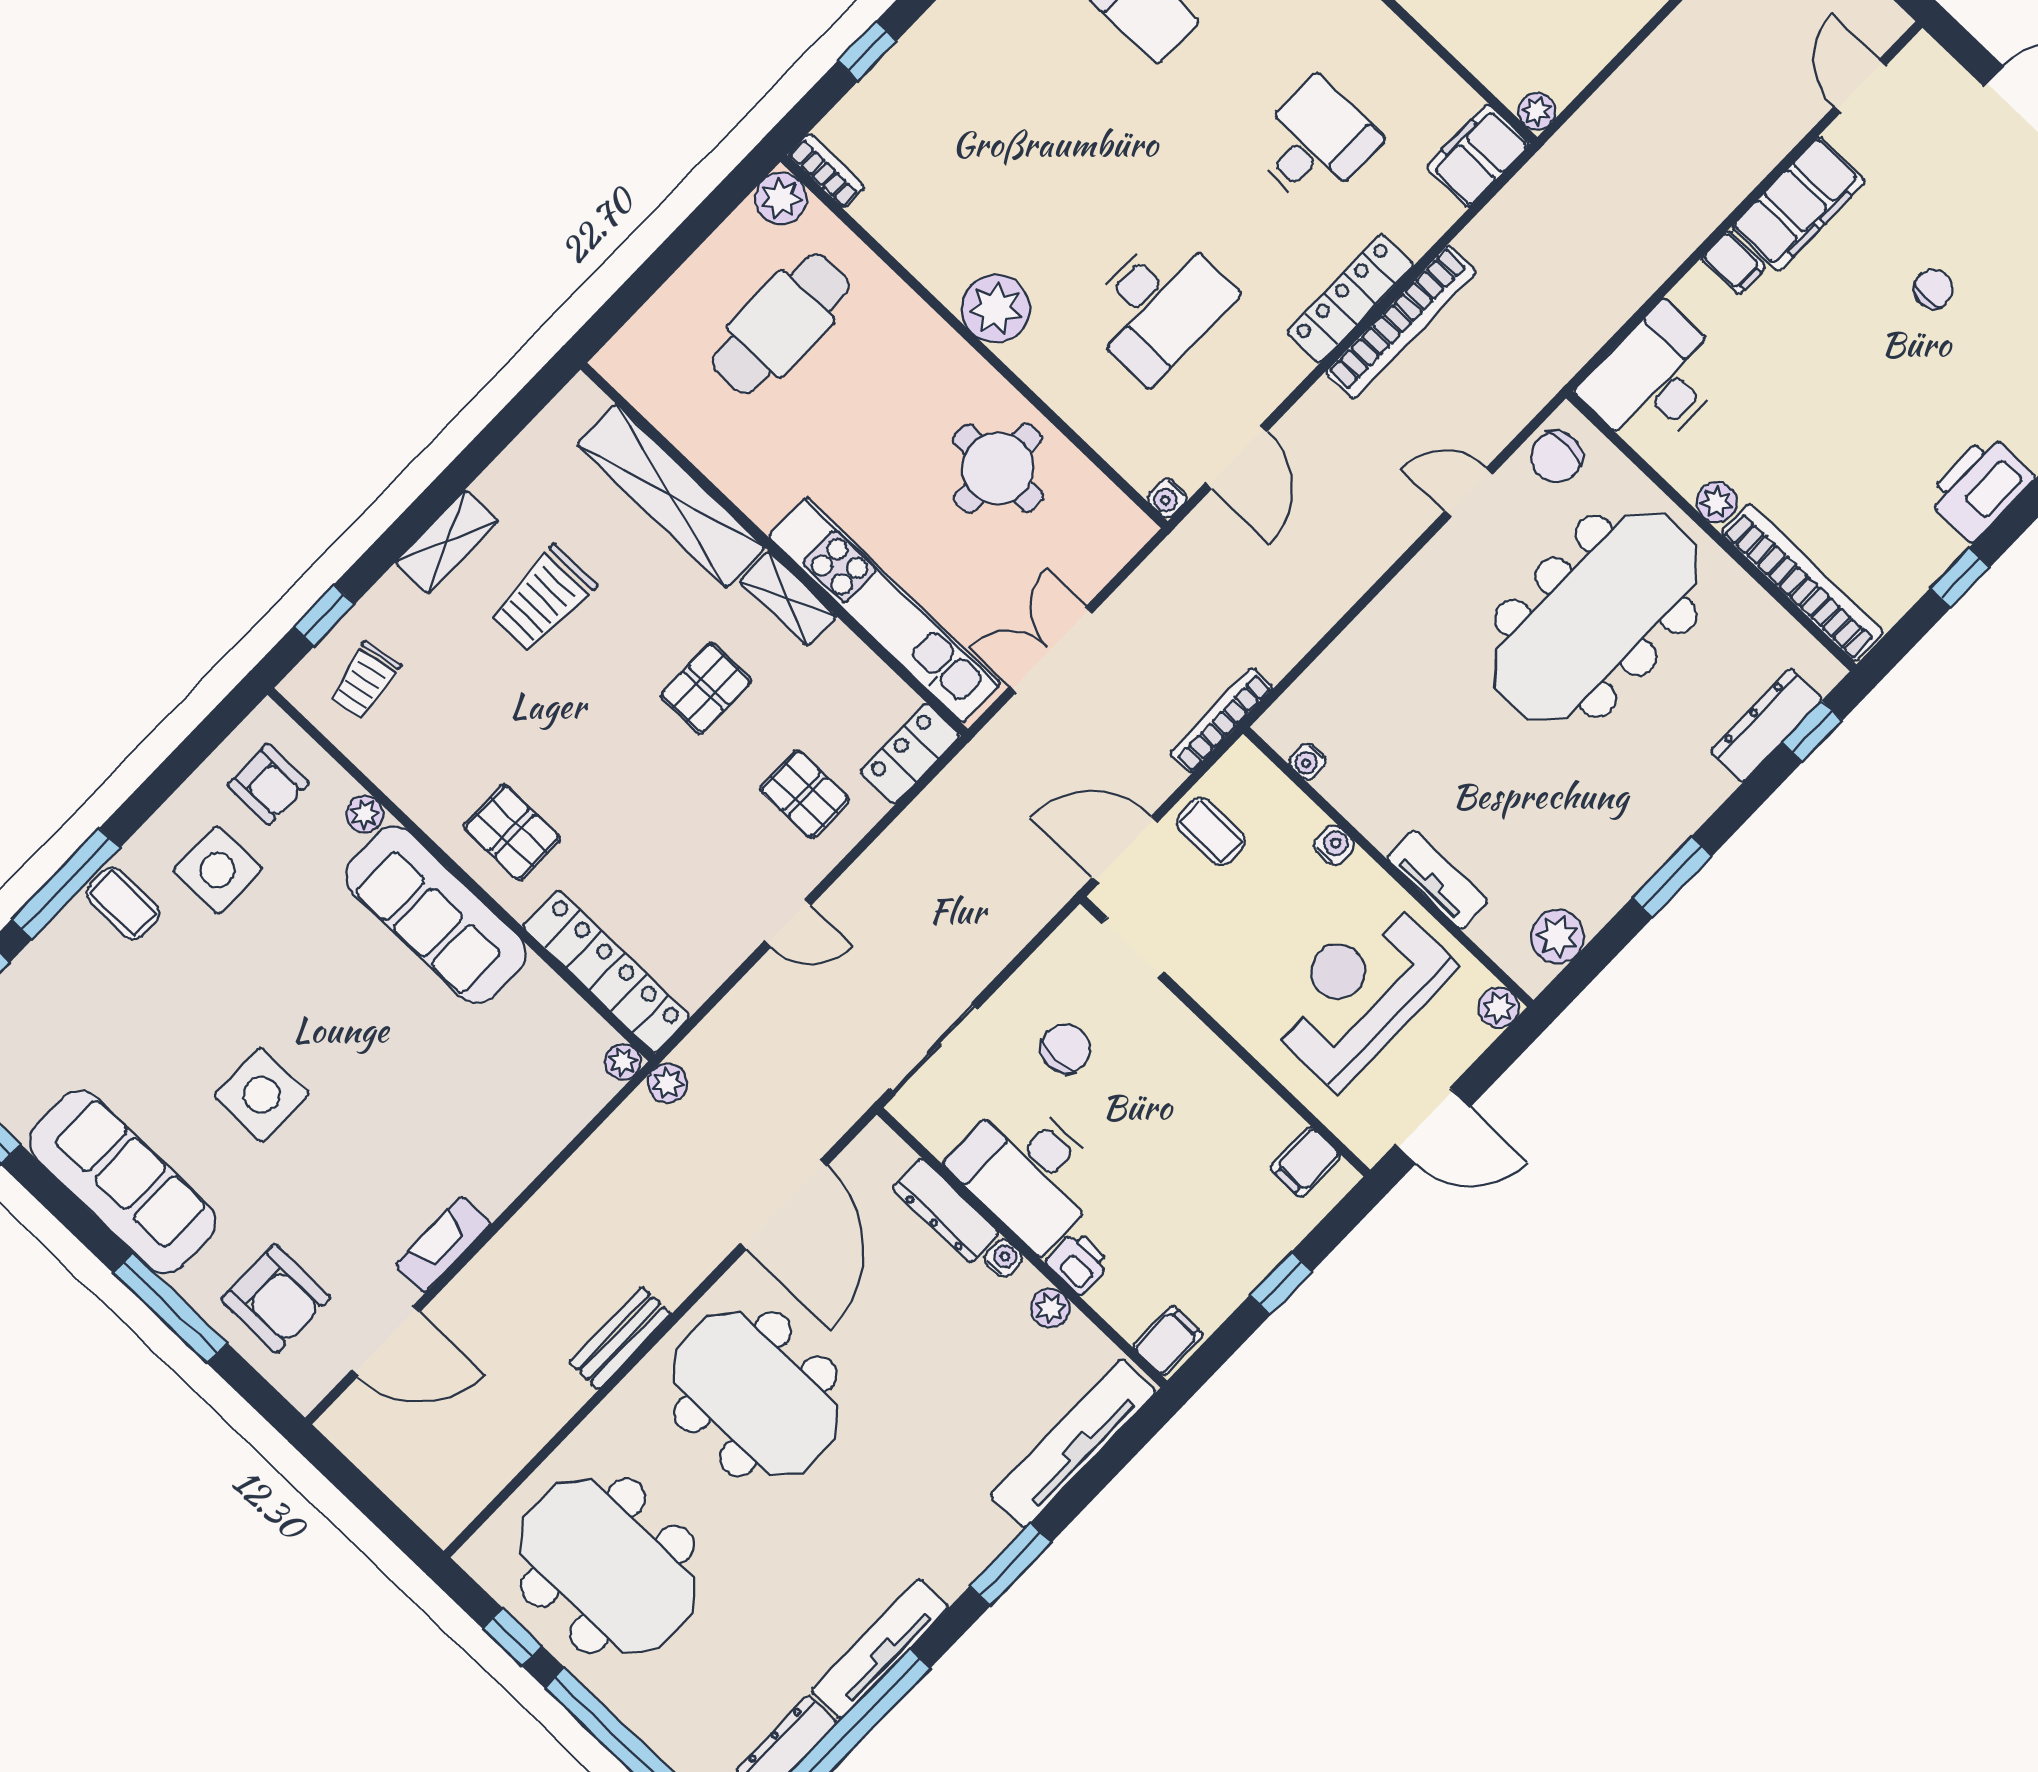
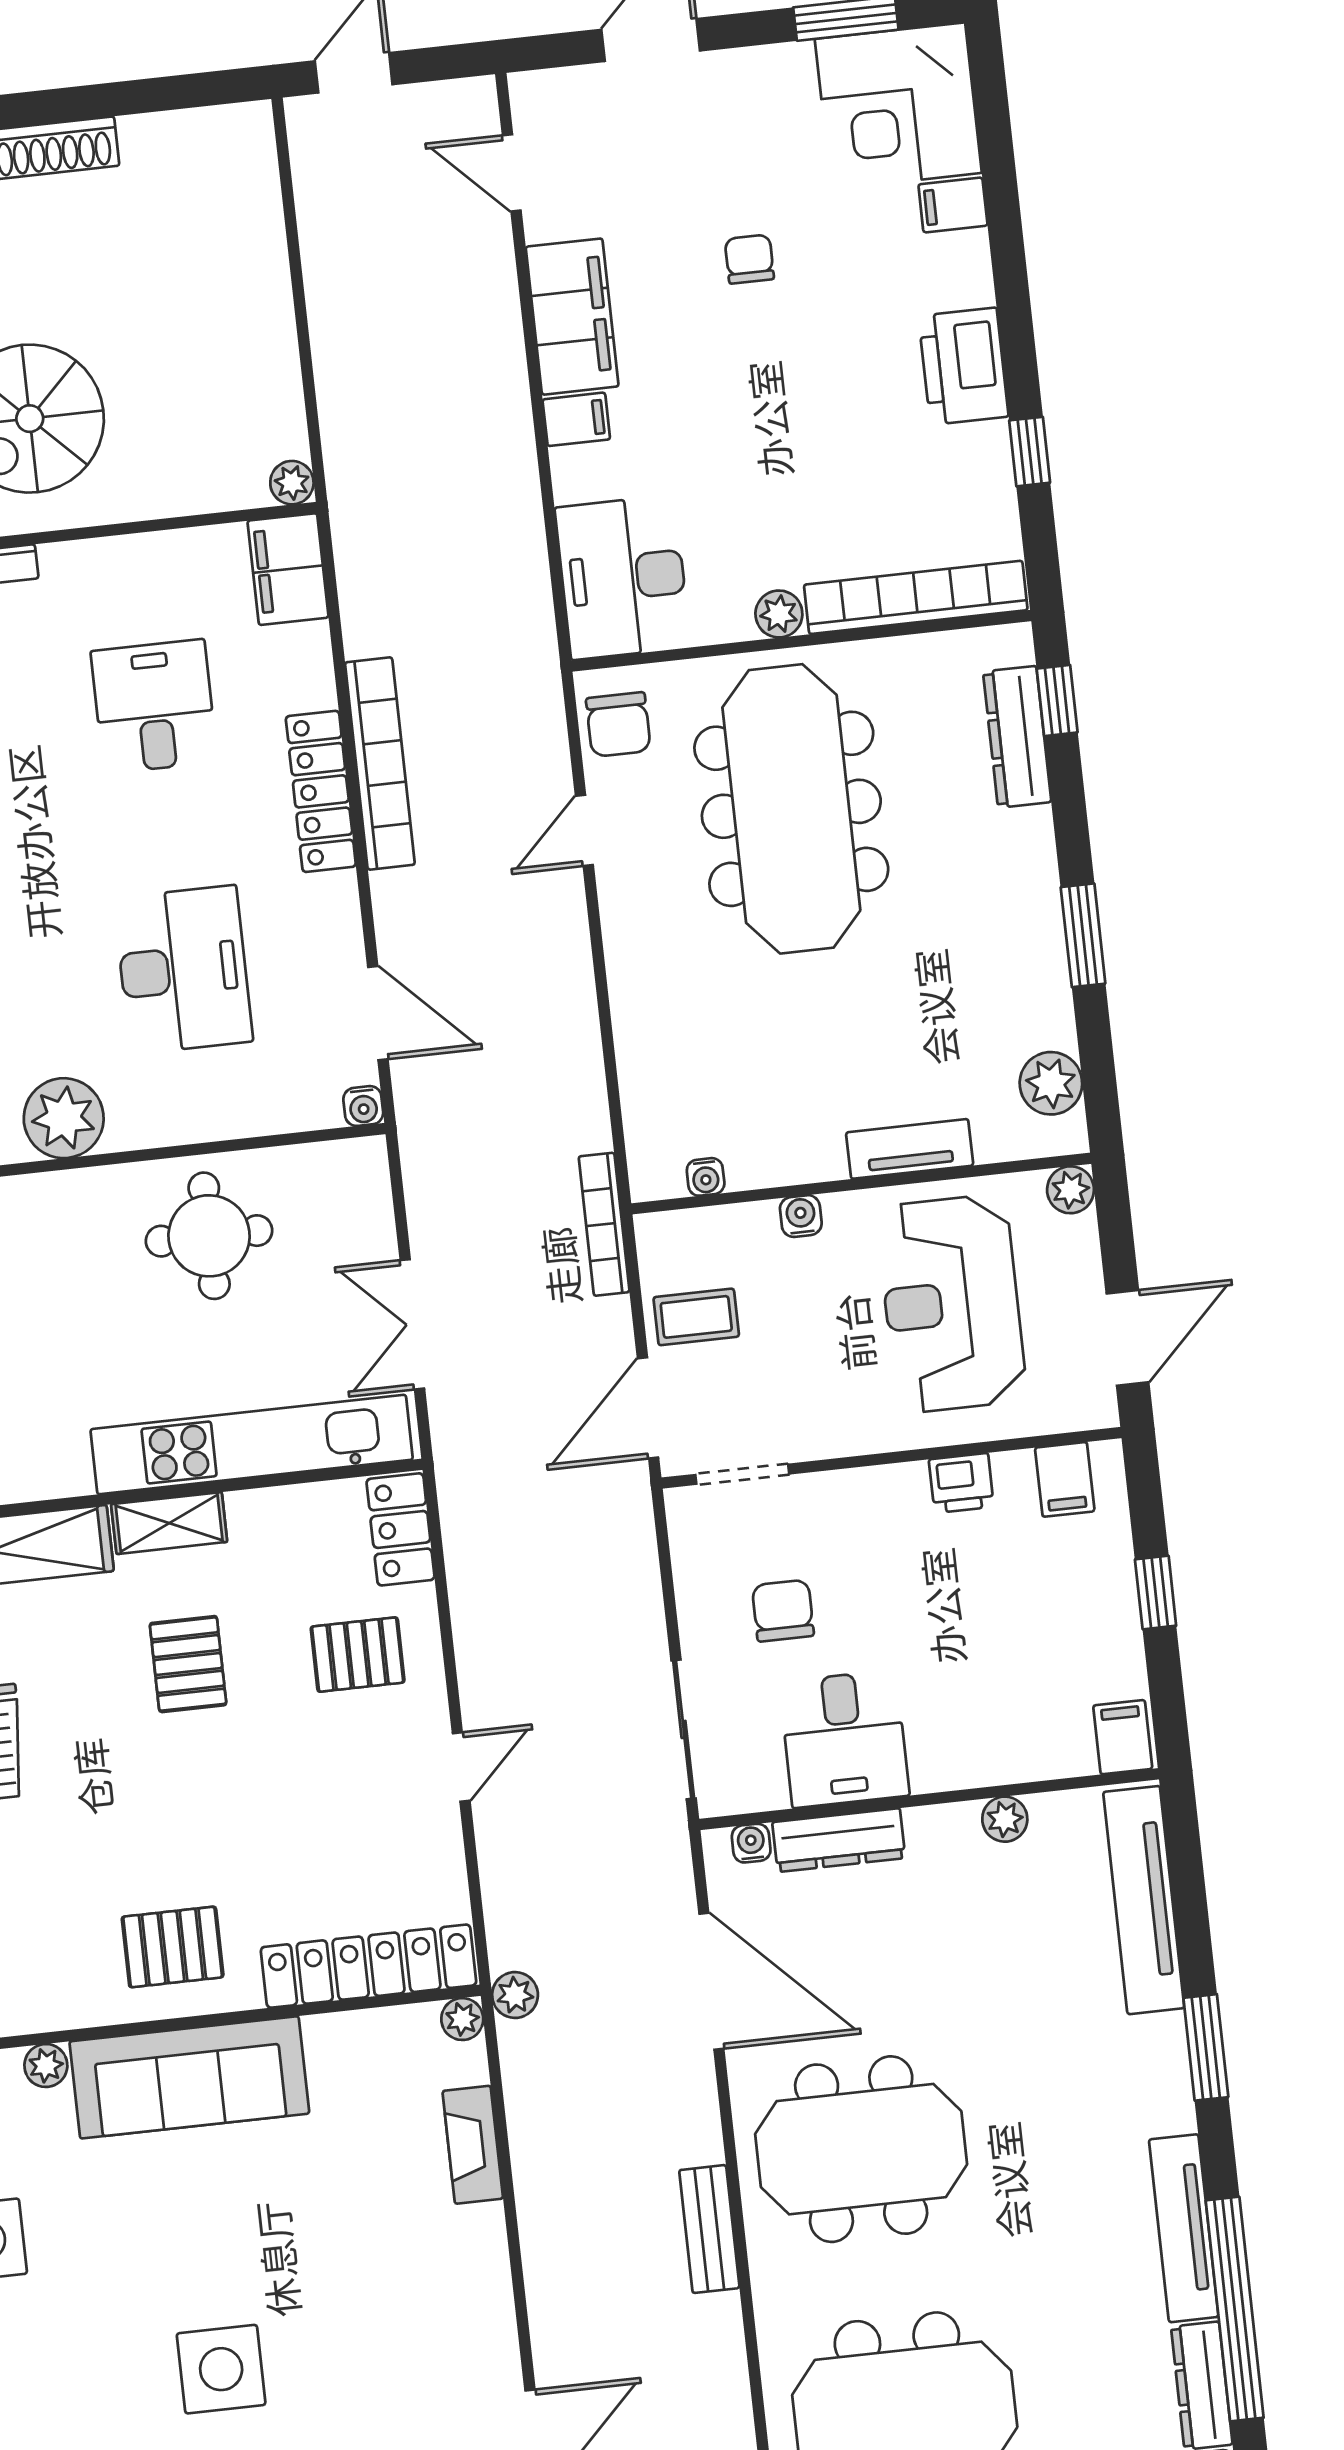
desk: (1029, 1172) -> (844, 1739), width x0.73
fireplace: (443, 1244) -> (473, 2145), moved
water cooler: (1003, 1258) -> (751, 1843), moved
printer: (1078, 1263) -> (961, 1483), moved, turned 180

